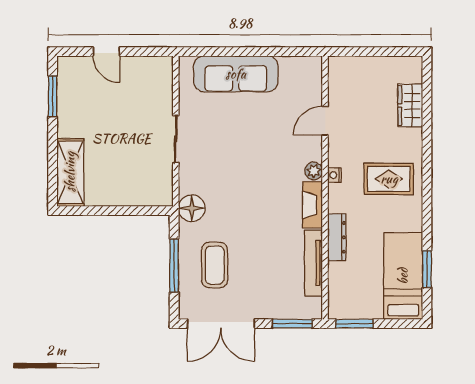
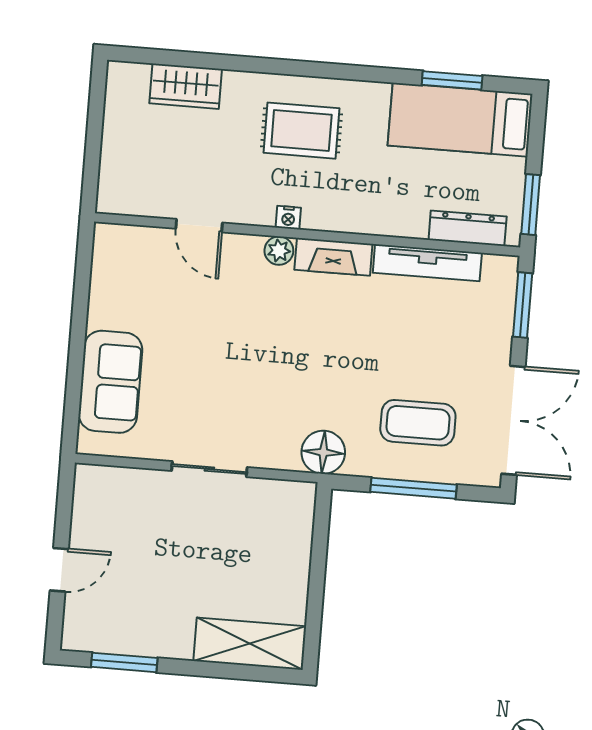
sofa: (236, 74) -> (110, 382), width x0.73
rug: (389, 179) -> (301, 131), turned 90
dresser: (337, 237) -> (468, 228), moved

